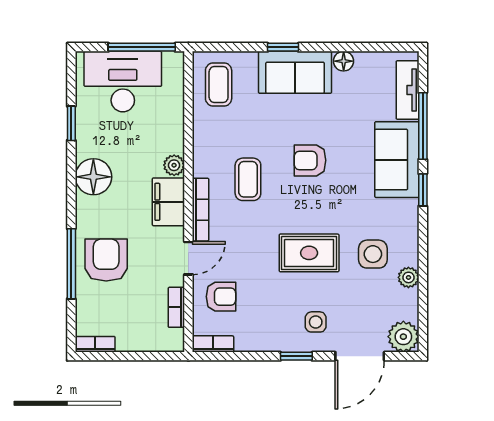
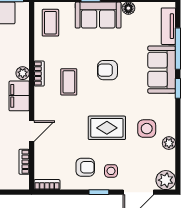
bookcase: (201, 210) -> (39, 74), moved, width x0.64
armchair: (221, 297) -> (85, 167), moved

